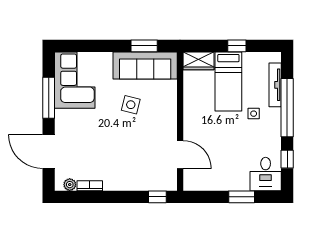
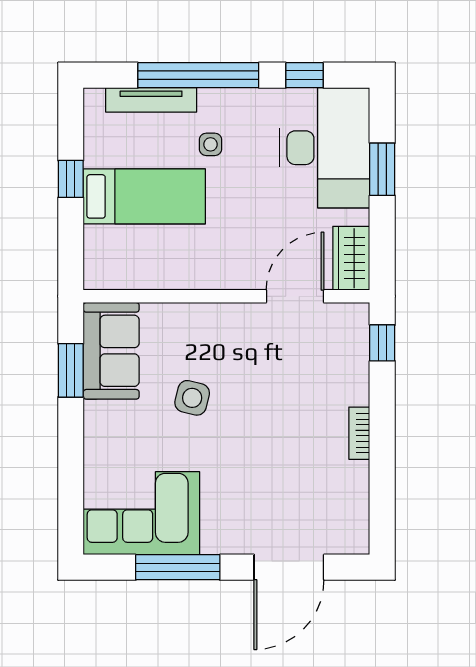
wardrobe: (198, 61) -> (351, 258), moved, turned 180
sofa: (145, 65) -> (111, 351), width x0.73
desk: (266, 174) -> (325, 148), width x1.87, depth x1.30
plant: (70, 185) -> (357, 524), removed
bookcase: (90, 186) -> (359, 433), moved

